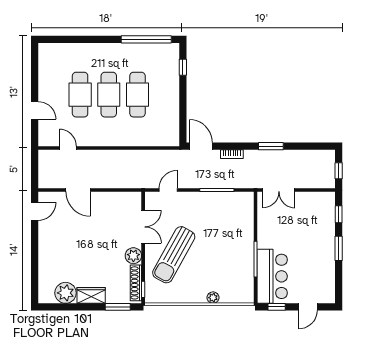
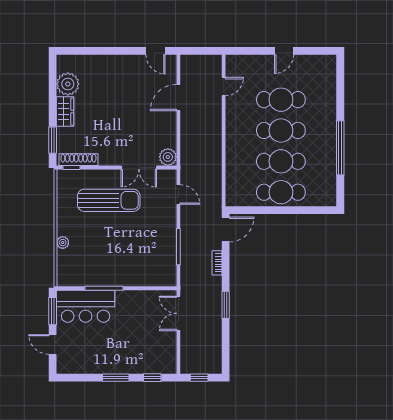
window: (146, 39) -> (340, 148), moved
window: (183, 67) -> (310, 210), removed
cafe table: (166, 95) -> (281, 192), added
door: (35, 110) -> (284, 51), moved
sun lounger: (174, 255) -> (109, 200), turned 151
plant: (133, 256) -> (168, 157), moved
window: (277, 307) -> (53, 311), width x1.50

